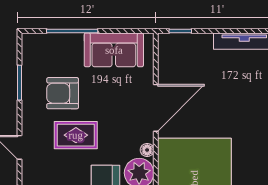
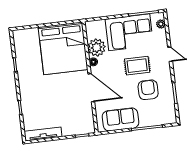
armchair: (63, 93) -> (148, 90), turned -90
door: (156, 108) -> (91, 88), swing flipped

